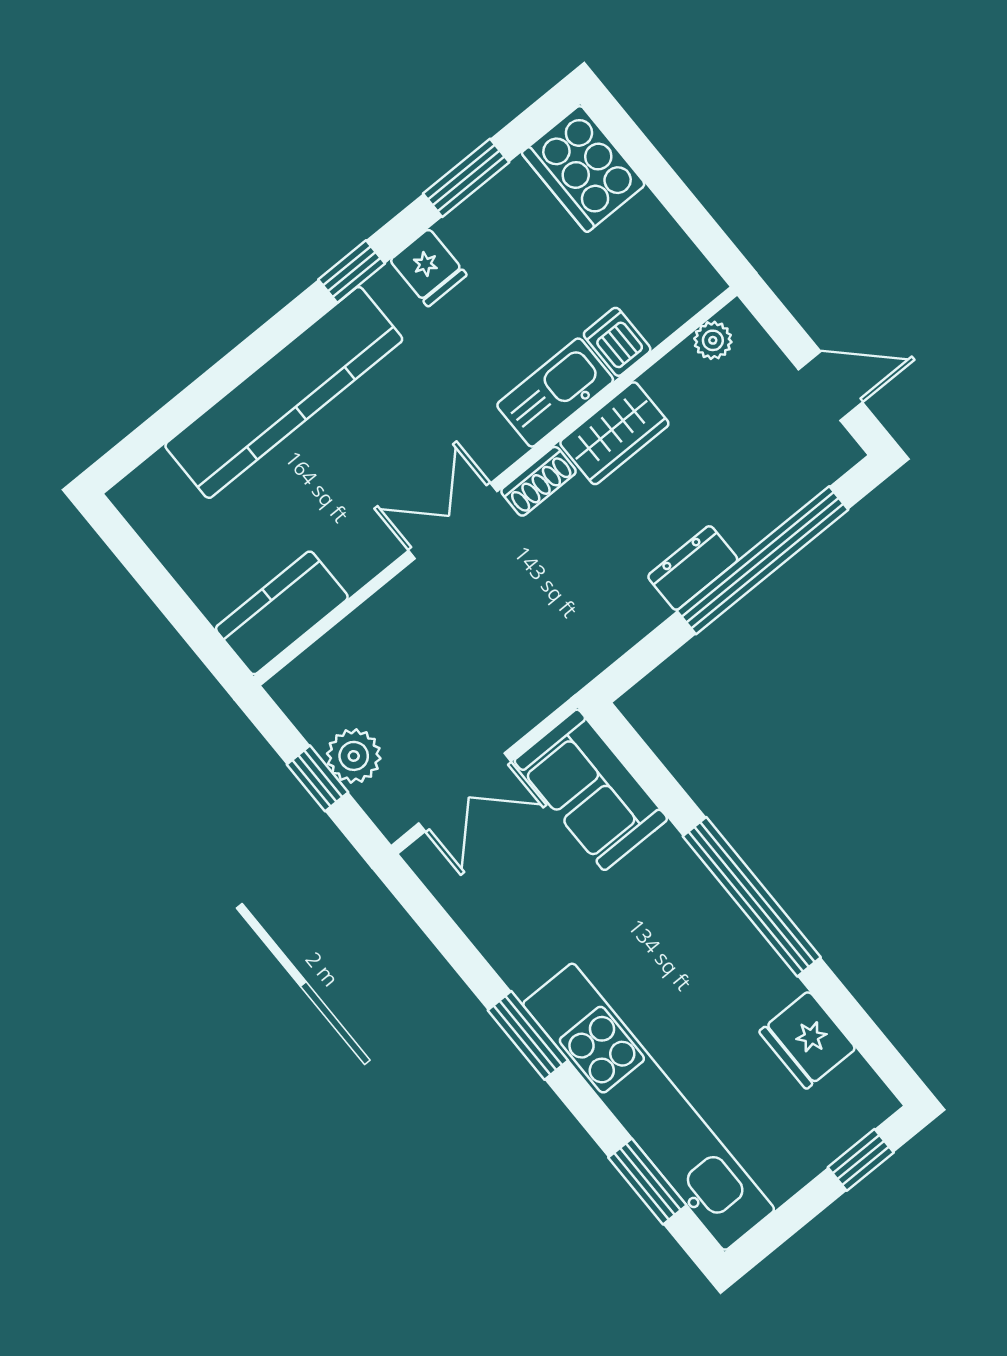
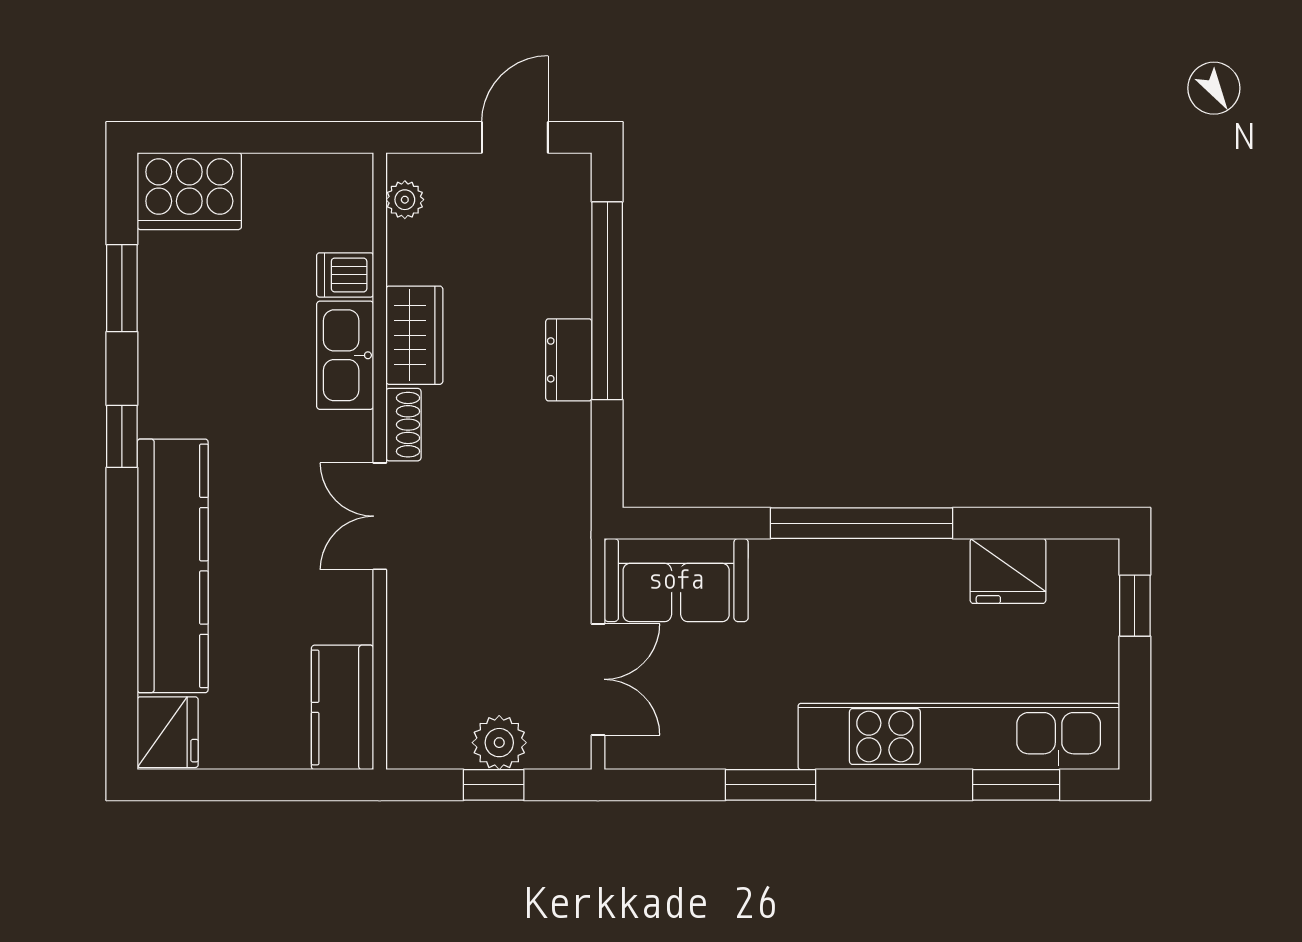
fridge: (428, 268) -> (168, 732), moved, width x1.38
window: (528, 1035) -> (770, 785), moved

